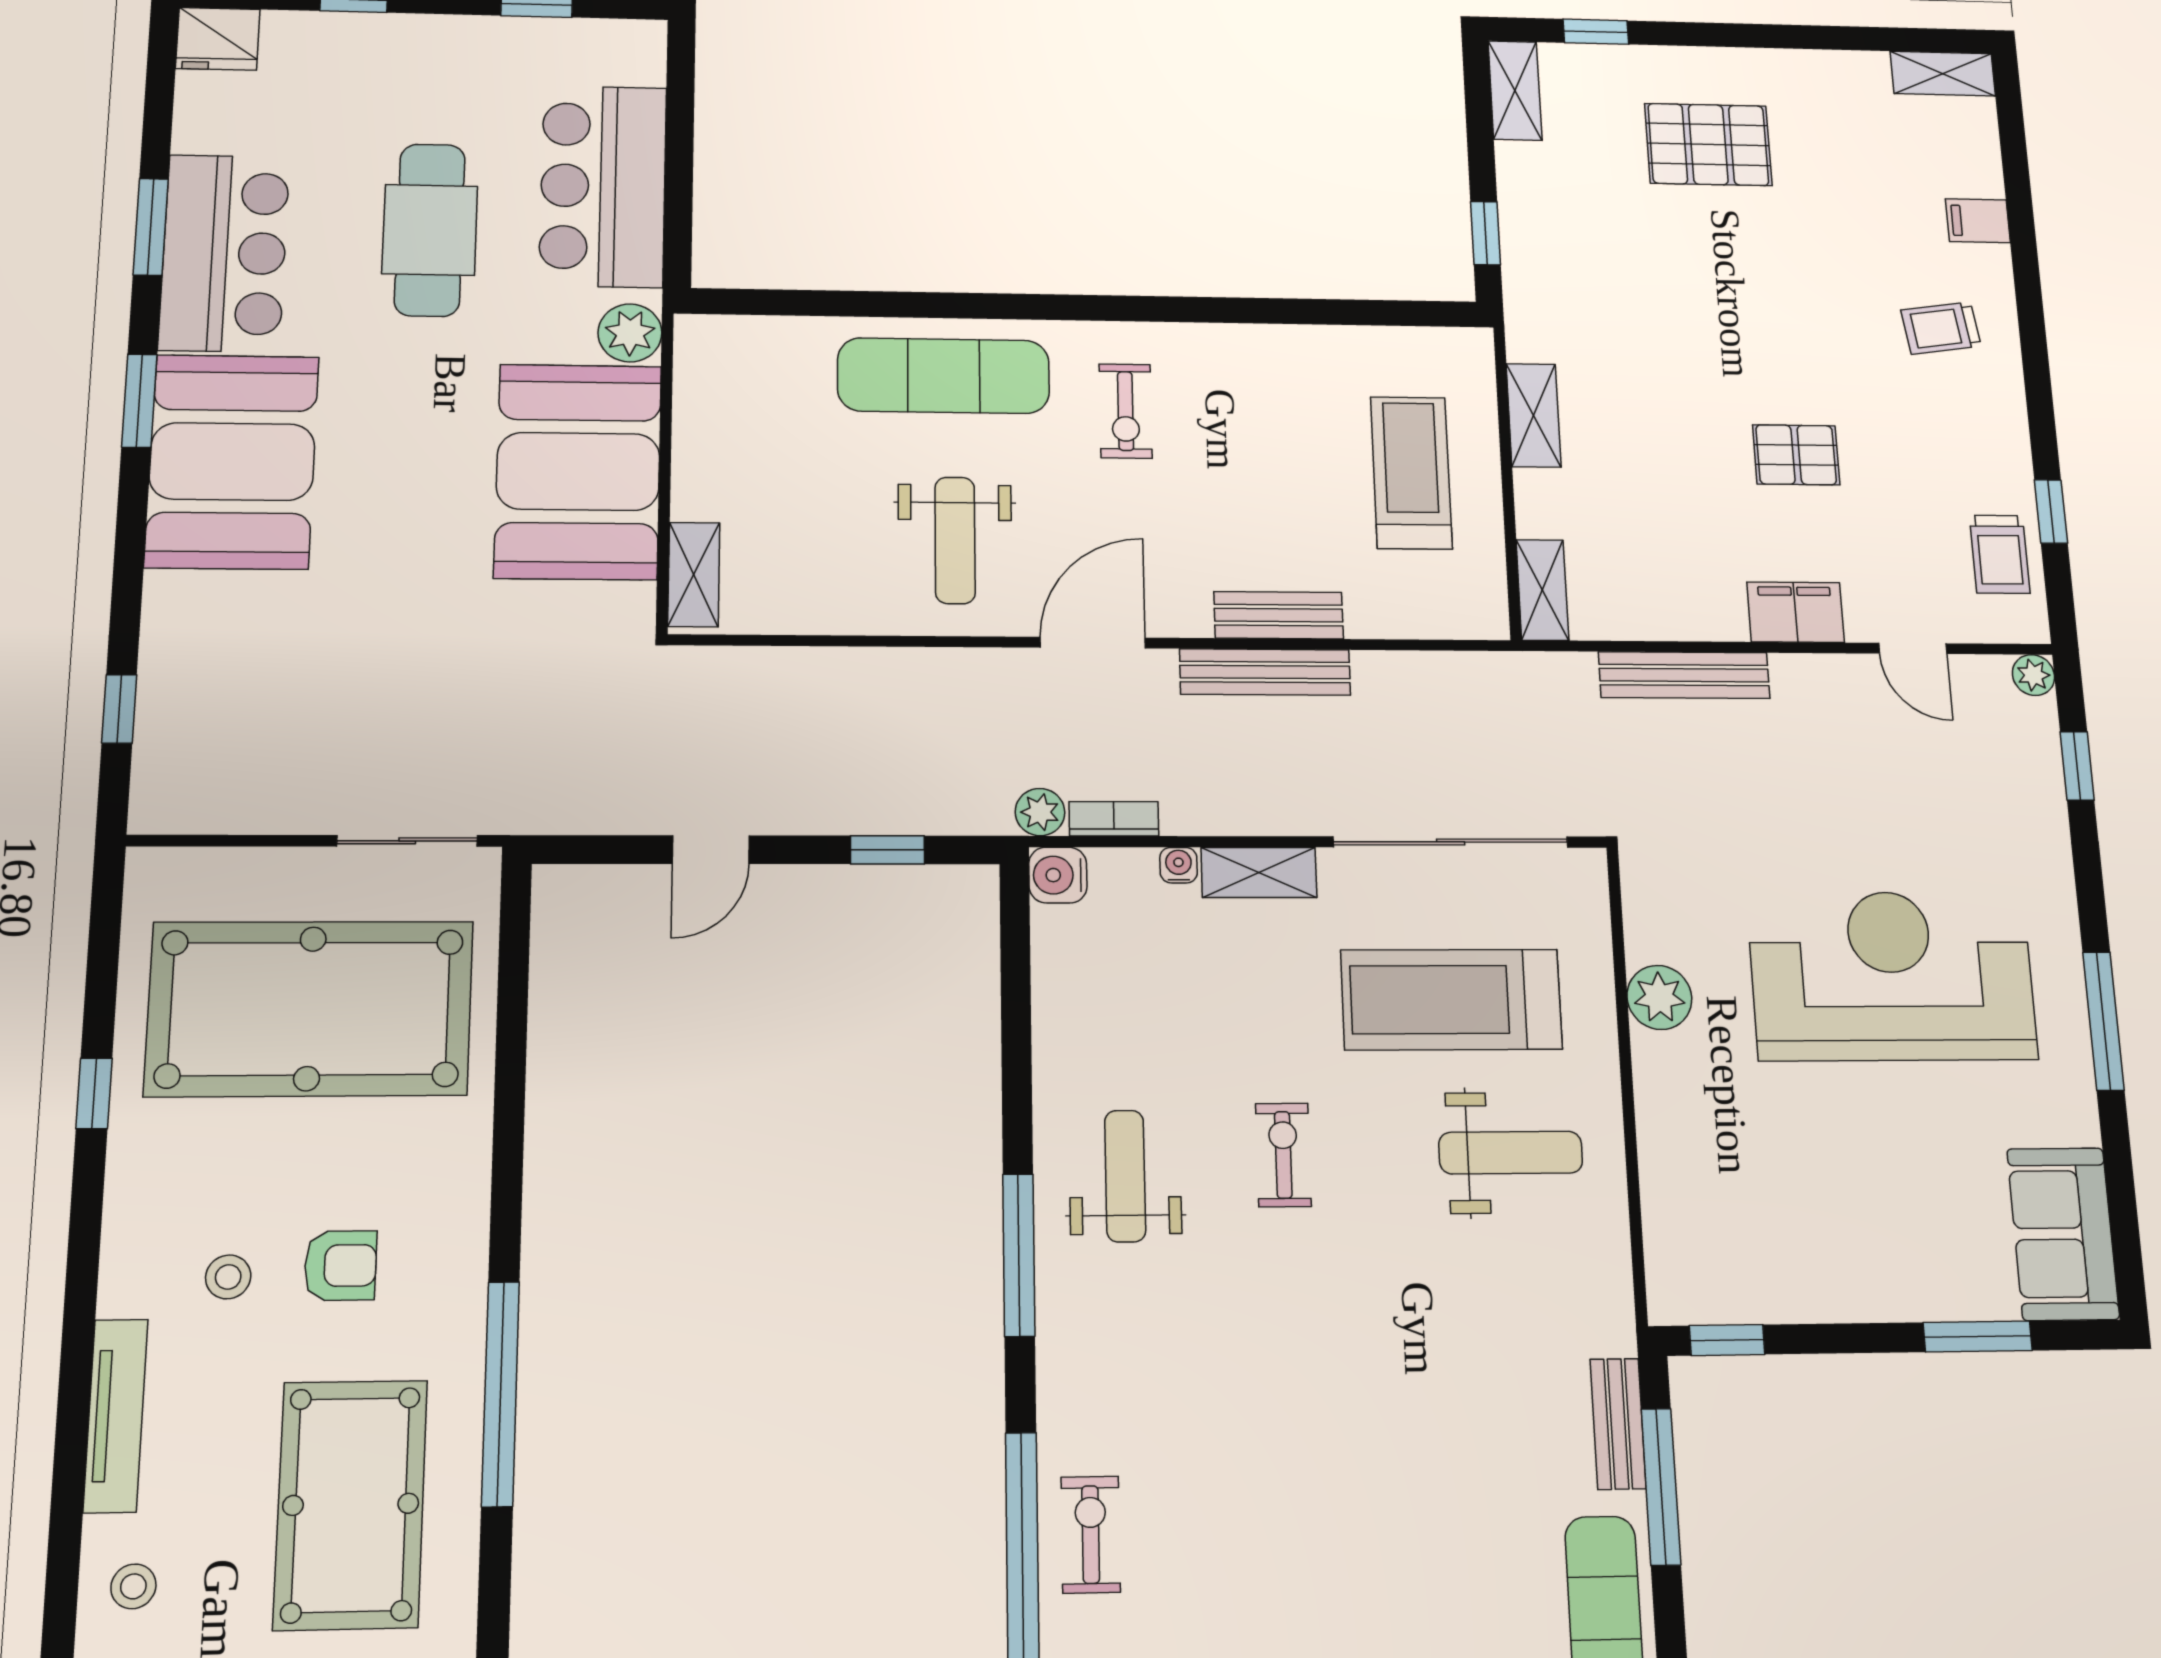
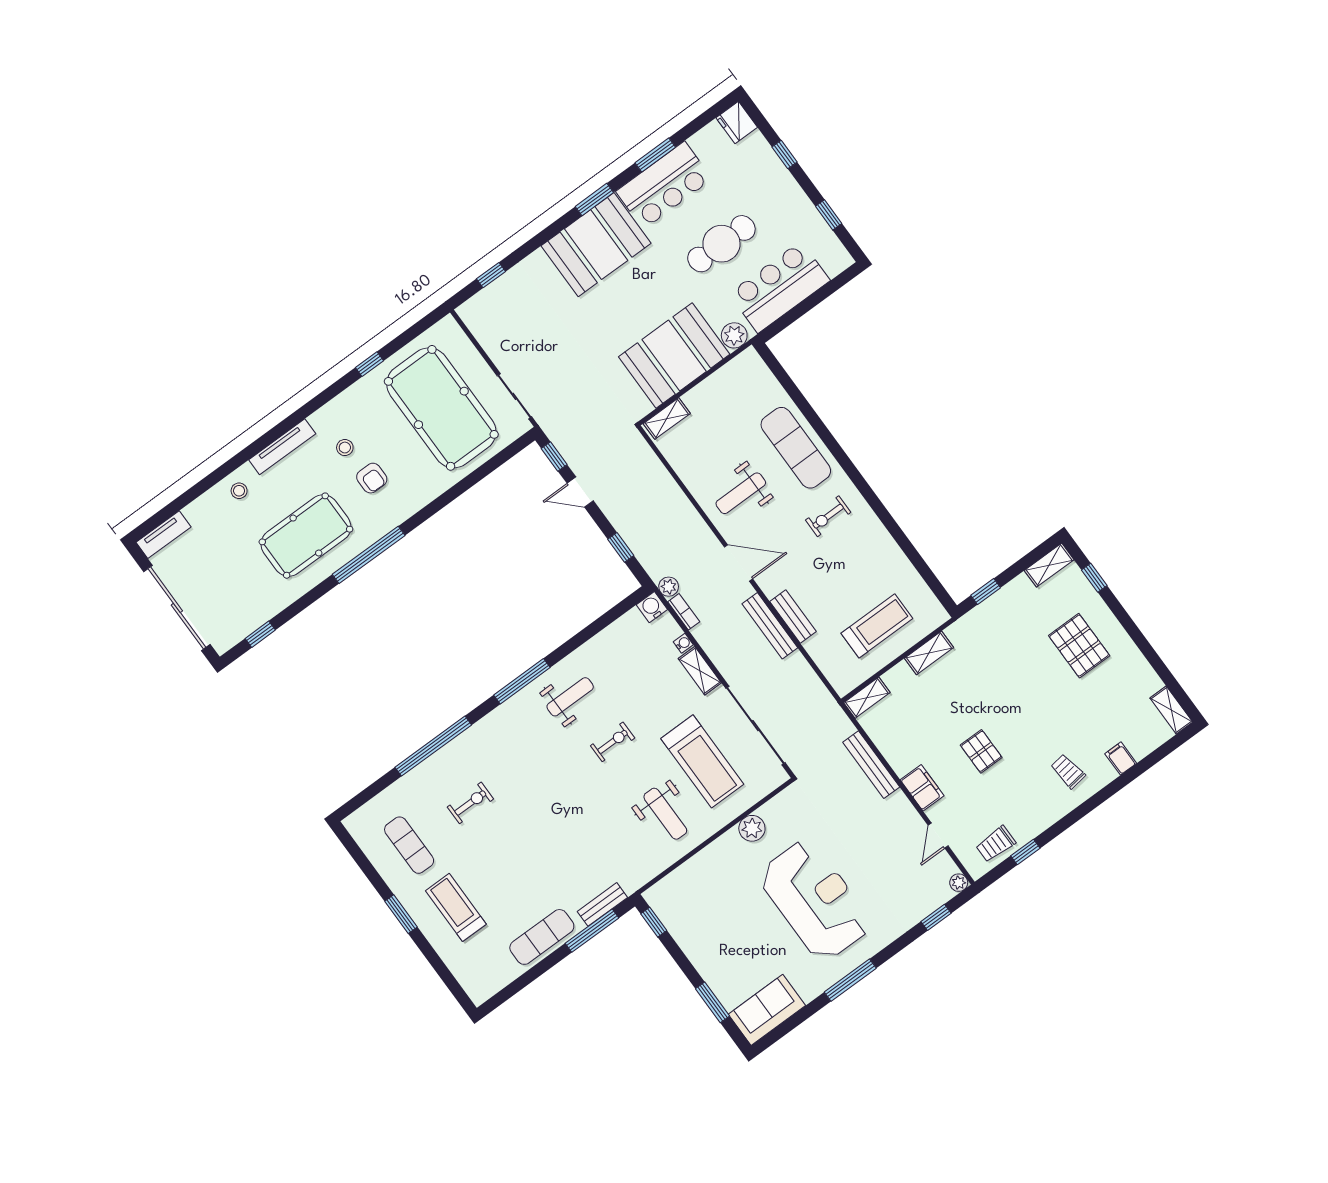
window: (596, 850) -> (554, 456), added
treadmill: (1451, 1000) -> (702, 761), turned 180
exercise bike: (1091, 1534) -> (470, 803), moved

